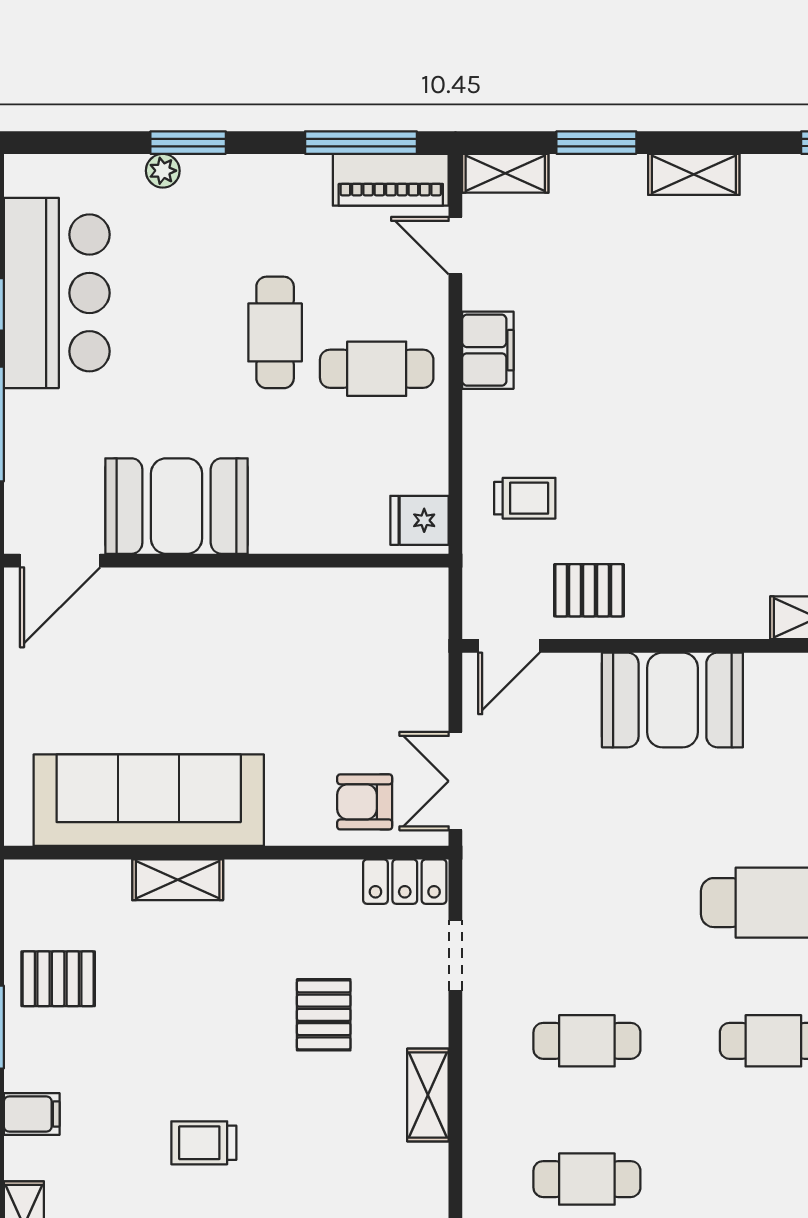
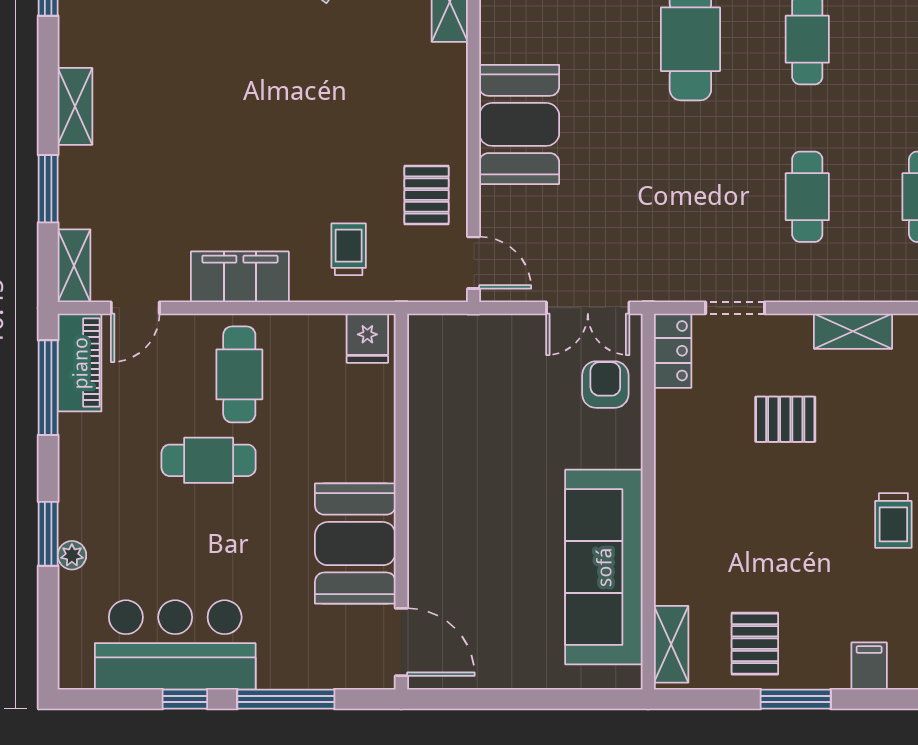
filing cabinet: (488, 350) -> (240, 277), width x1.50, depth x1.17
armchair: (365, 802) -> (605, 385), turned 180
shelving: (178, 880) -> (671, 644), moved

